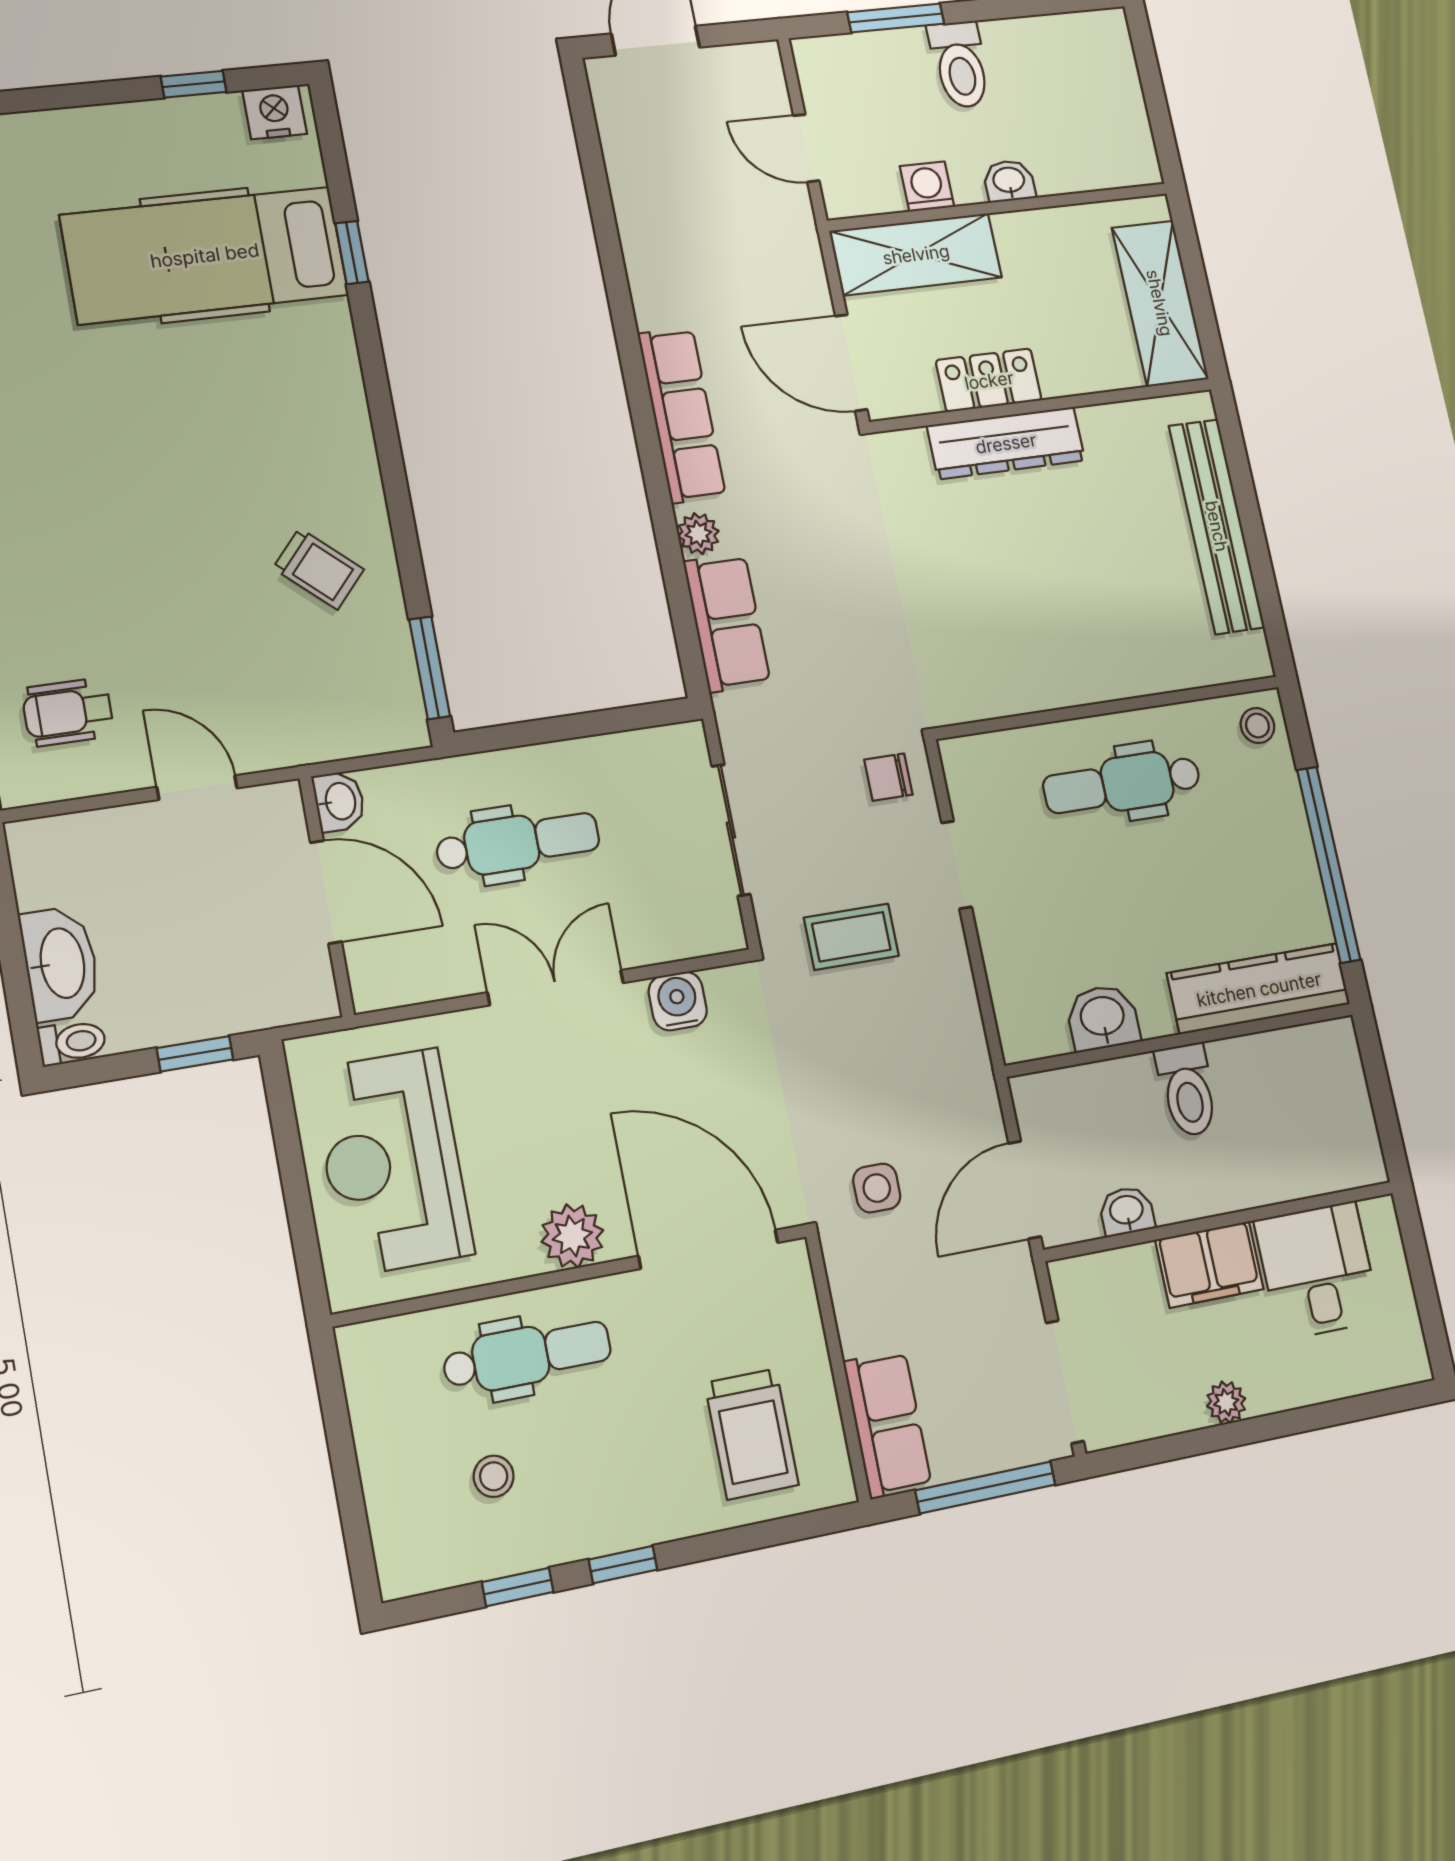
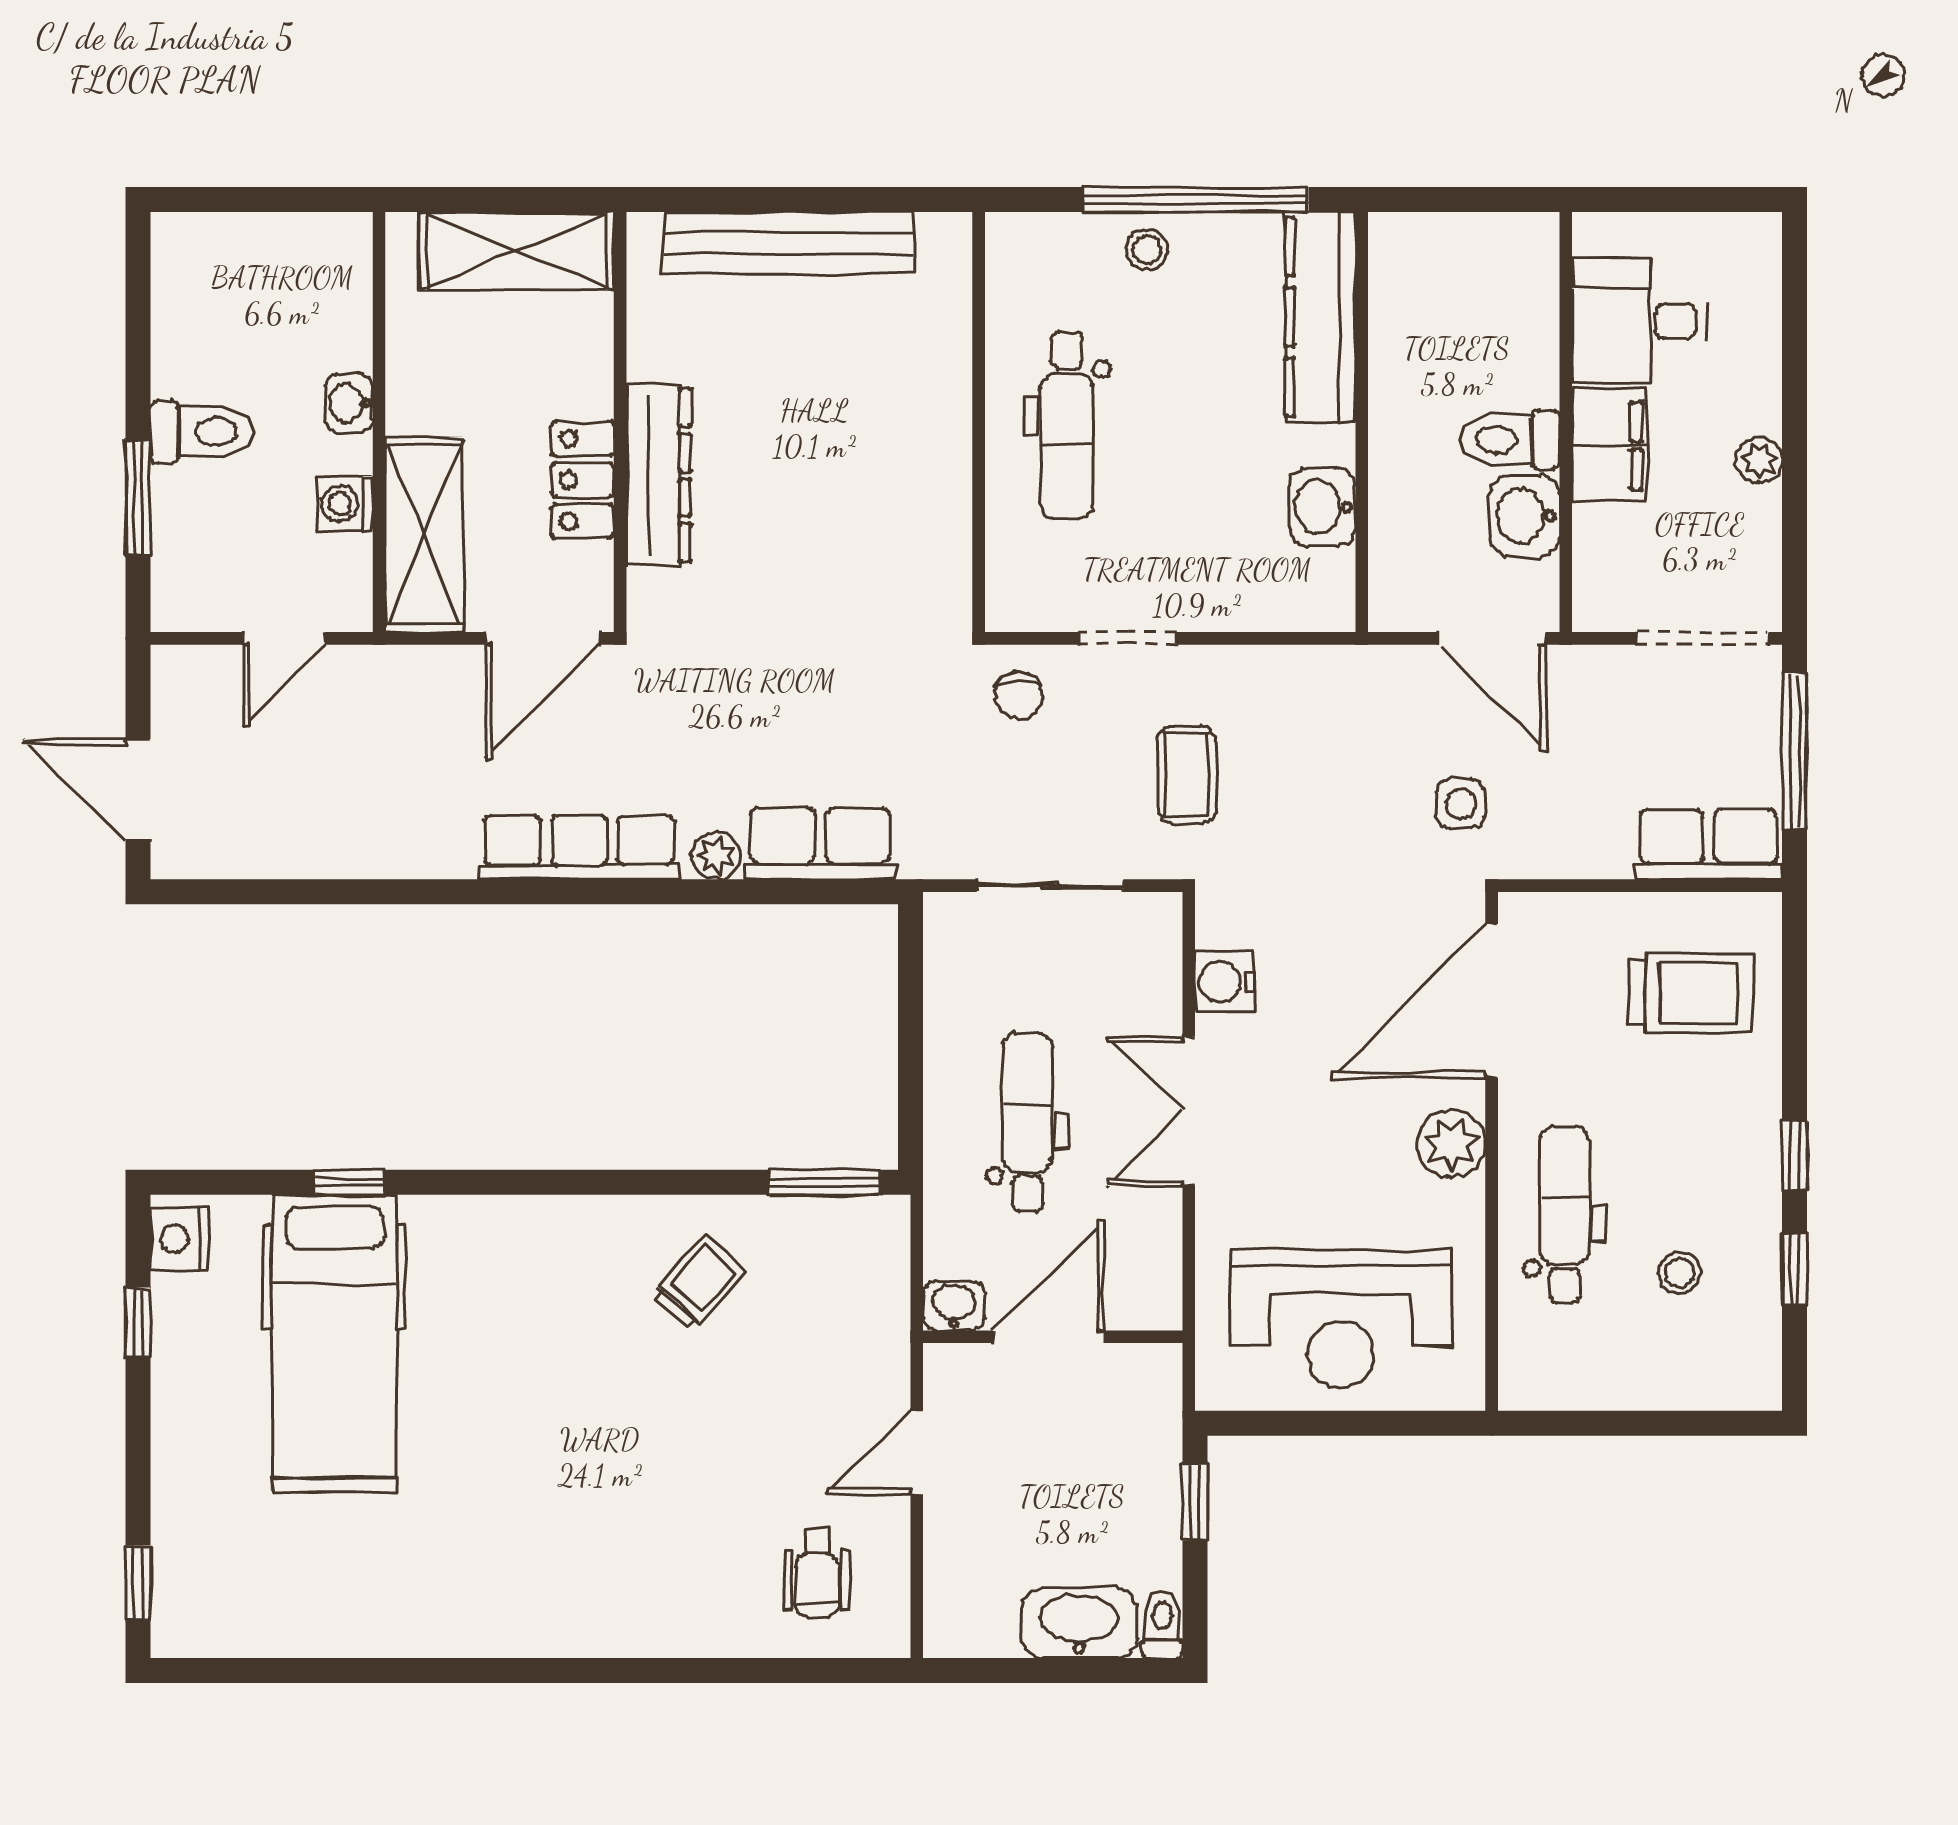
stool: (1257, 726) -> (1147, 250), moved
toilet: (1187, 1090) -> (1510, 440), moved, turned 180
washbasin: (1127, 1211) -> (1525, 516), width x1.38, depth x1.45

